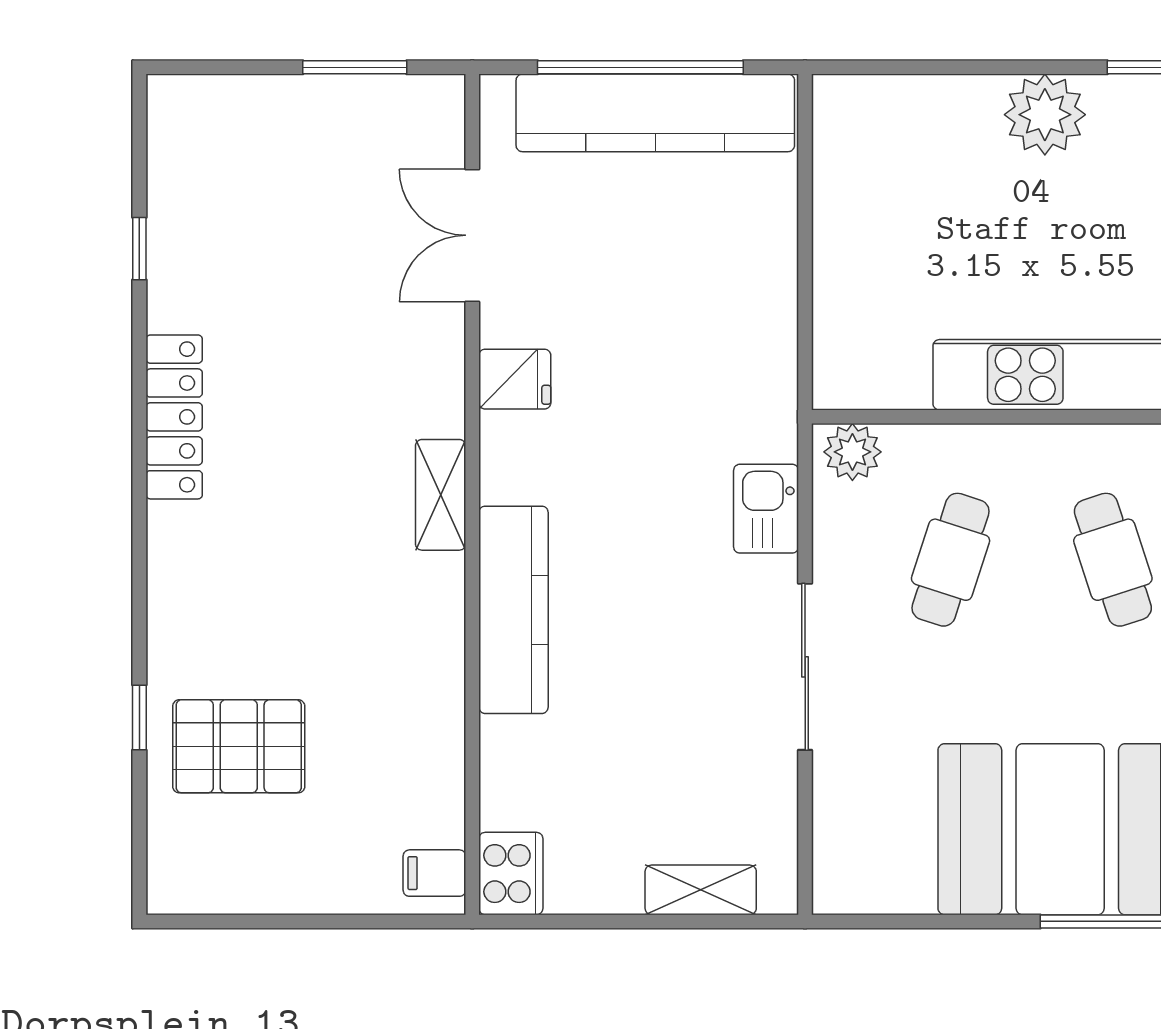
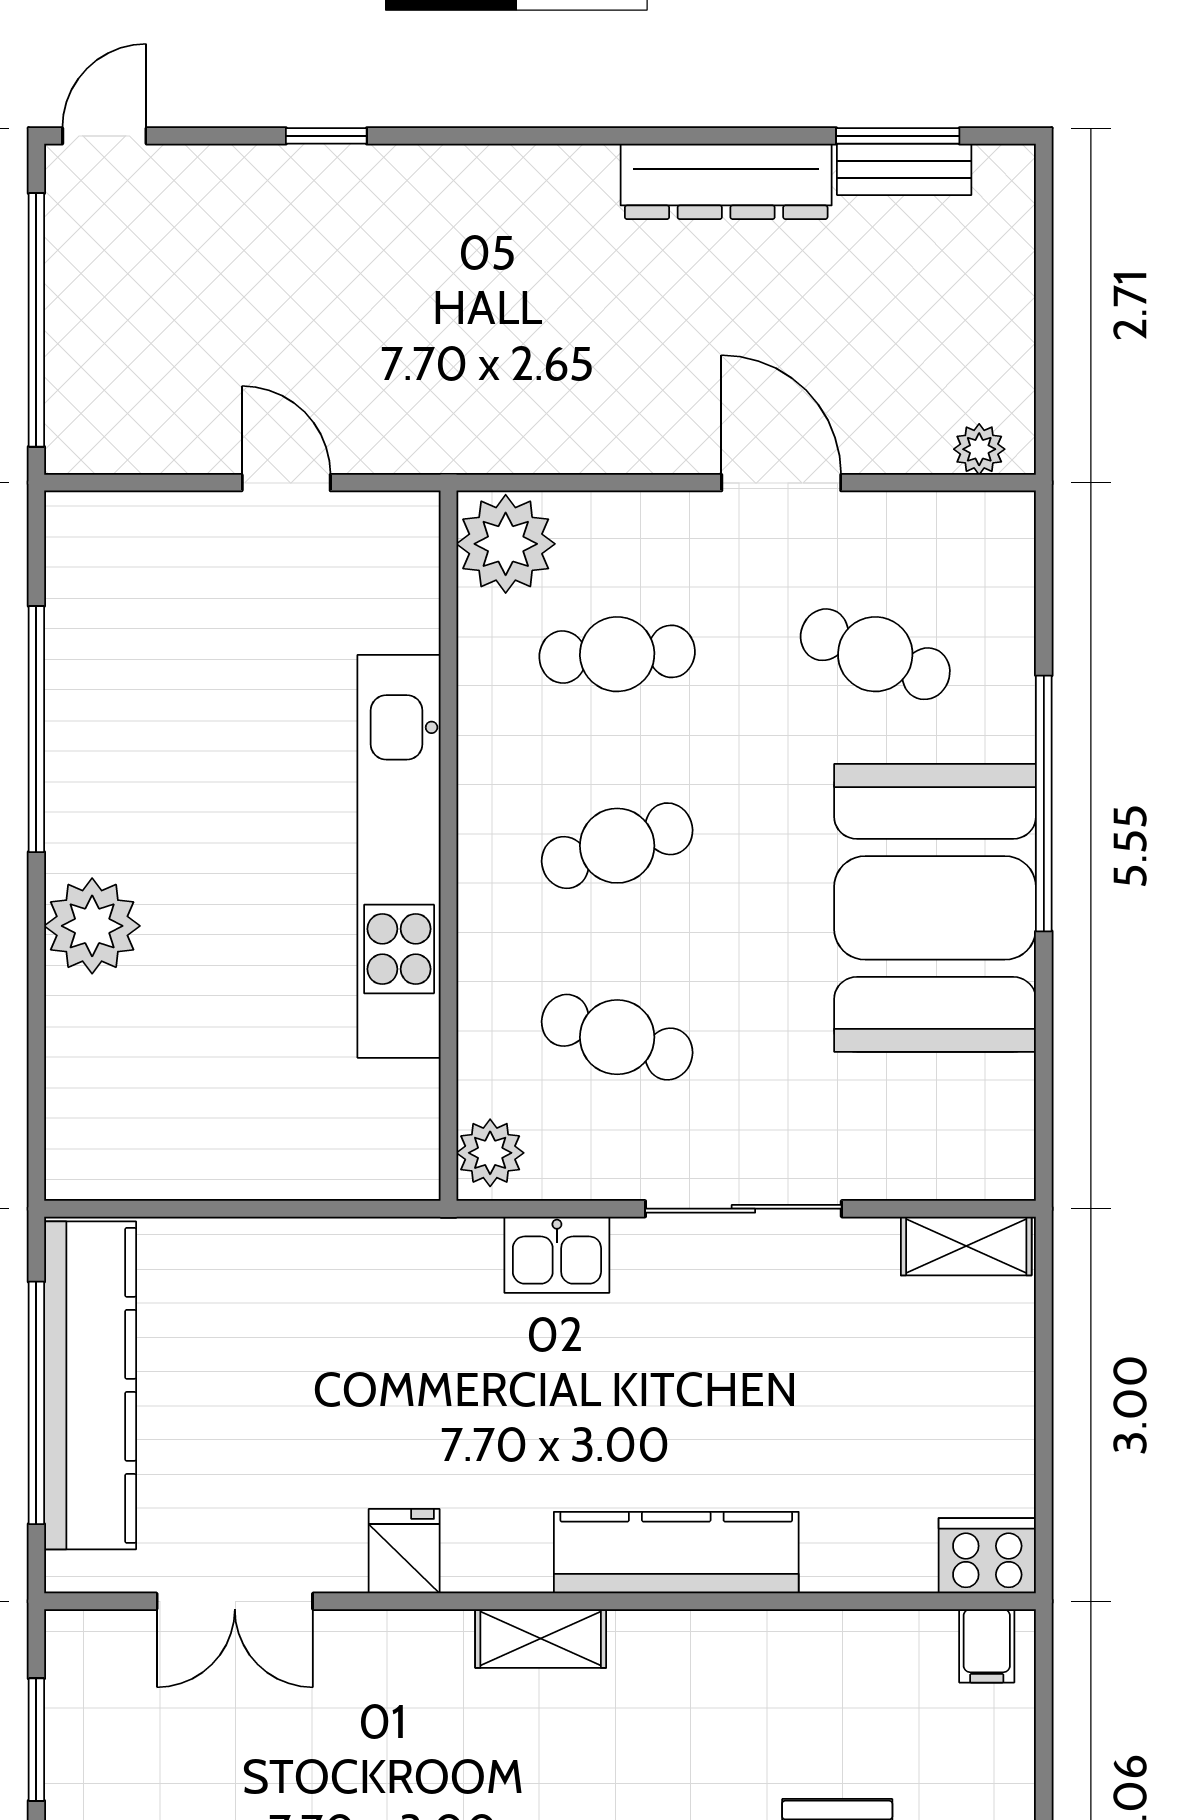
shelving: (701, 890) -> (966, 1246), moved, turned 90

